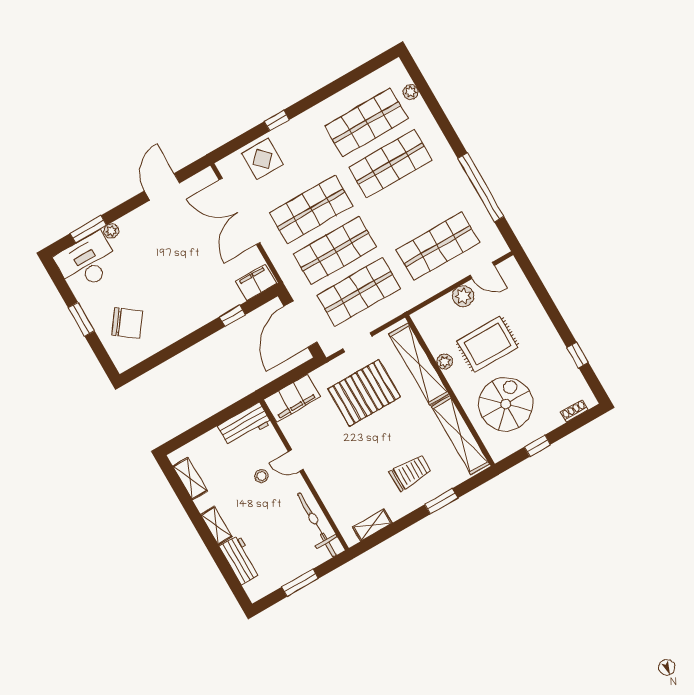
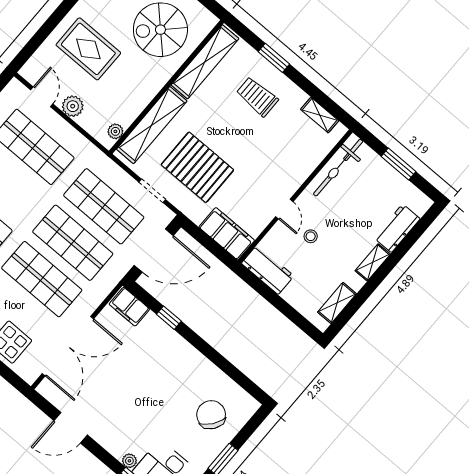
rug: (487, 344) -> (88, 49), moved
plant: (445, 362) -> (115, 131), moved

